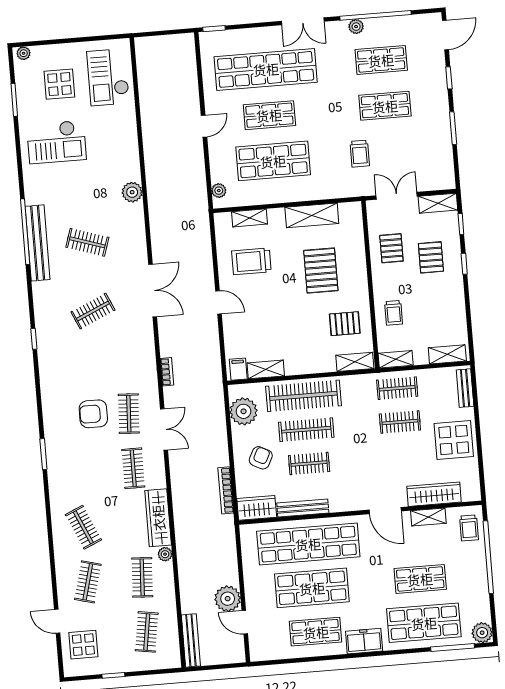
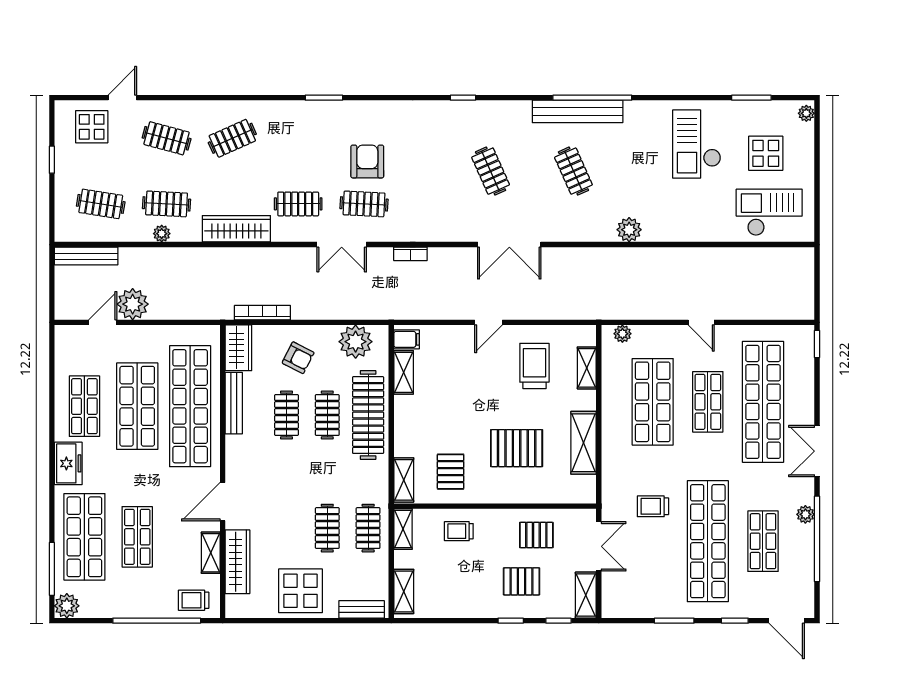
shop shelf: (385, 106) -> (708, 541), width x2.00, depth x1.36
clothes rail: (87, 242) -> (573, 171), turned -42
clothes rail: (306, 430) -> (327, 415), width x0.73
plant: (165, 554) -> (162, 234), moved

